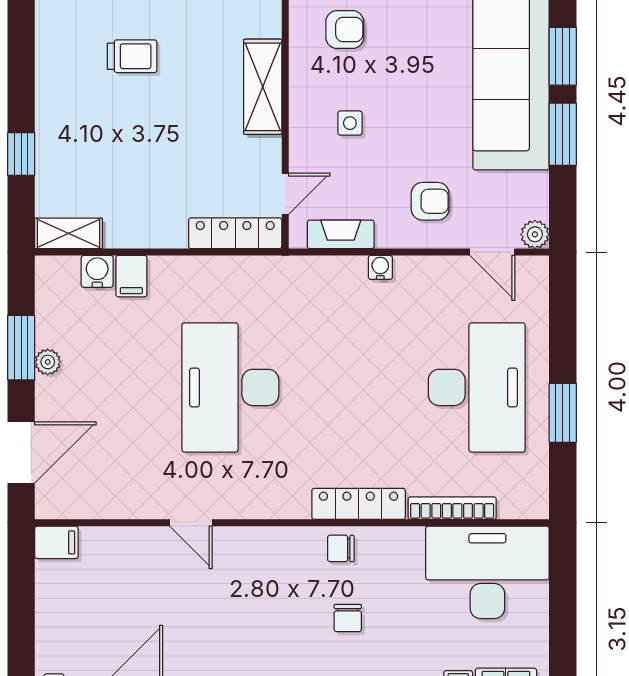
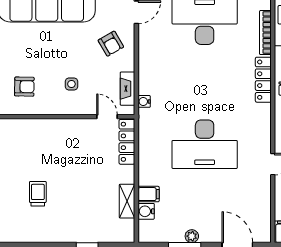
armchair: (345, 30) -> (24, 87), turned 91
shelving: (263, 87) -> (53, 128), removed
armchair: (430, 201) -> (111, 44), turned 150
shelving: (69, 233) -> (127, 201), moved
water cooler: (380, 267) -> (144, 101), moved

